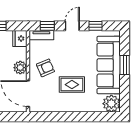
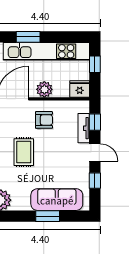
tv unit: (41, 35) -> (84, 128), moved
sofa: (109, 65) -> (57, 200), width x0.74, depth x0.79
armchair: (45, 68) -> (44, 120), turned -67

